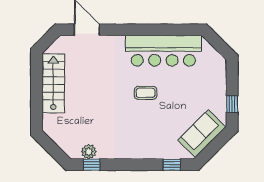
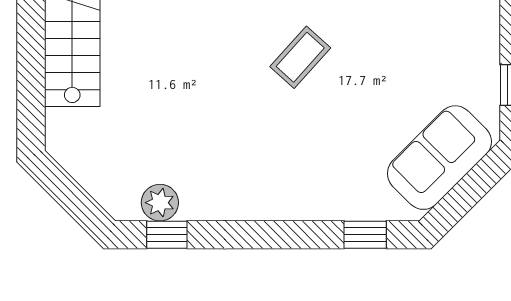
coffee table: (146, 93) -> (300, 57), turned -48

